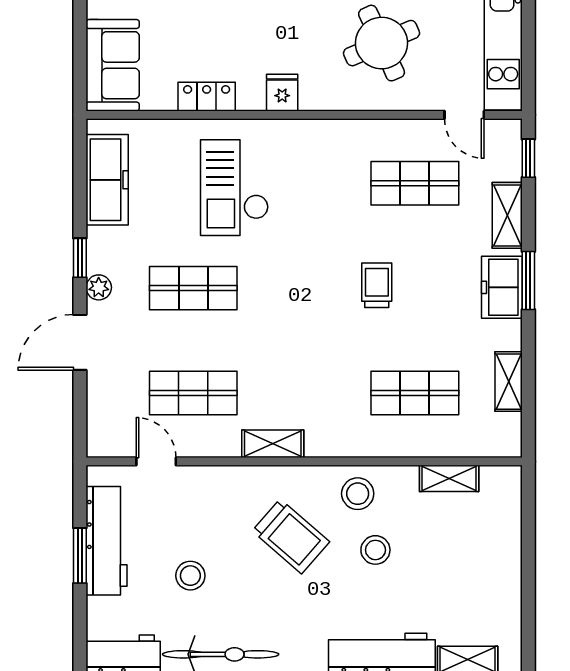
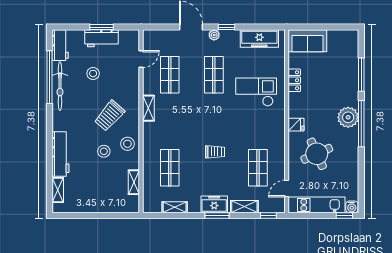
fridge: (282, 93) -> (296, 125), moved
workbench: (106, 541) -> (101, 38), width x0.73

